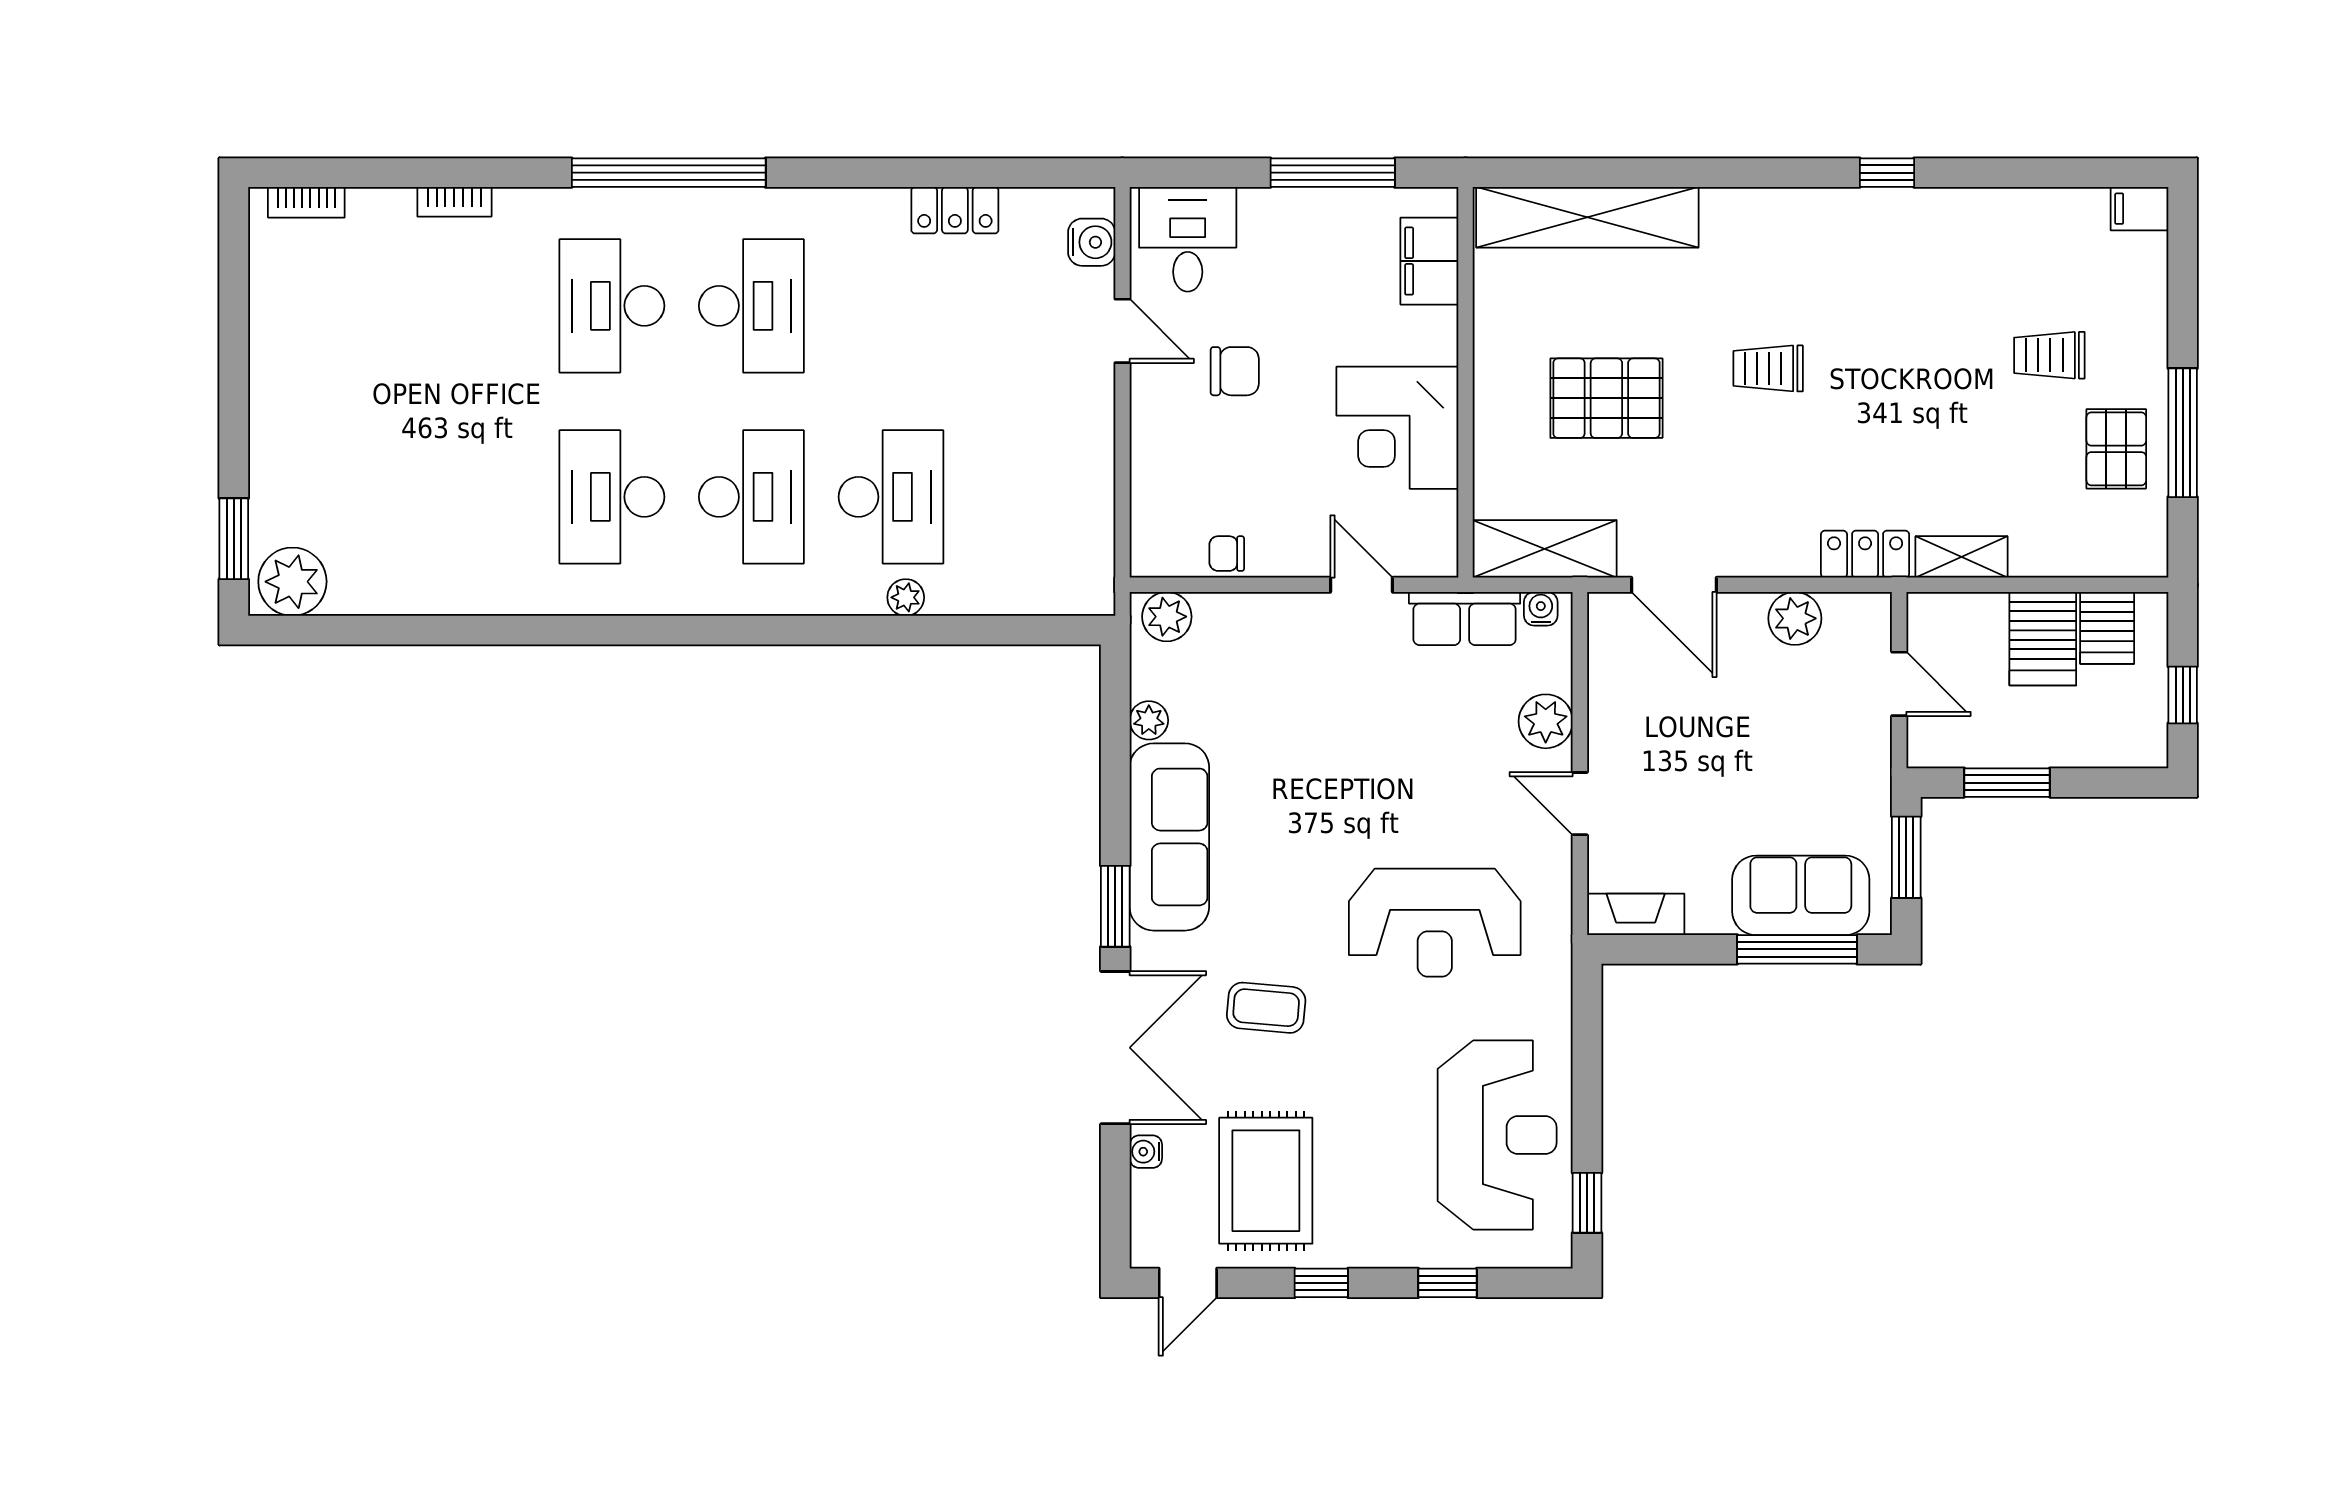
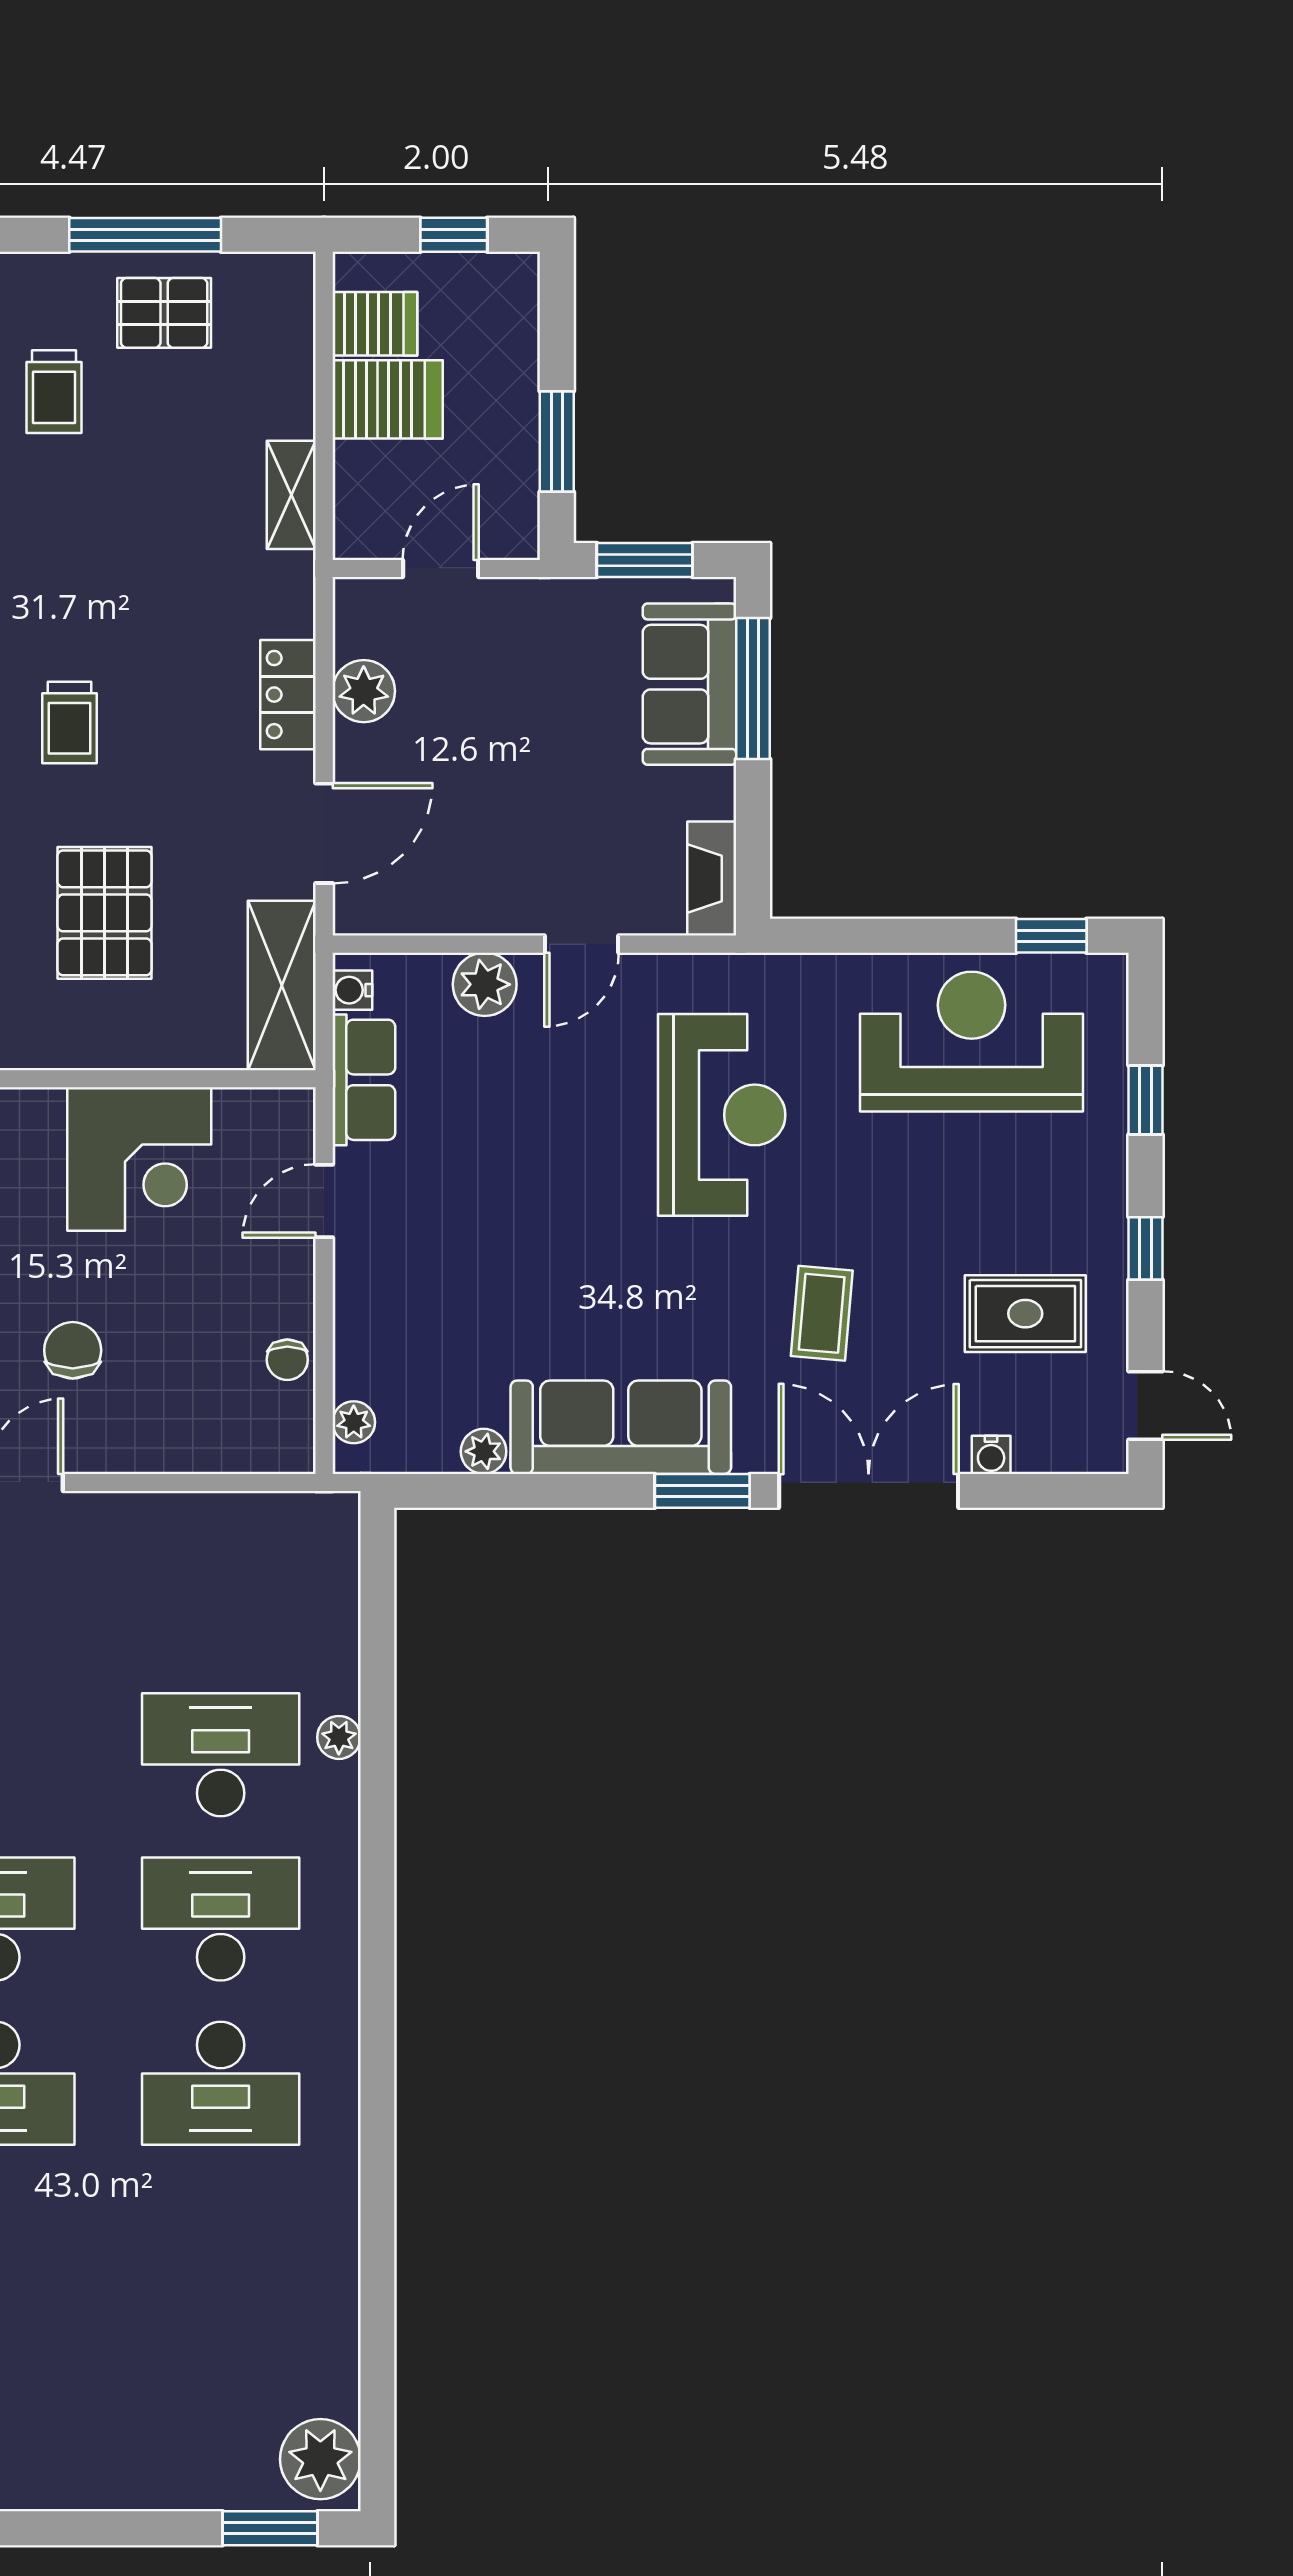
locker: (1865, 554) -> (288, 695), moved
plant: (1167, 617) -> (354, 1422), width x0.73, depth x0.73
rug: (1266, 1181) -> (1025, 1314), width x0.73, depth x0.70

